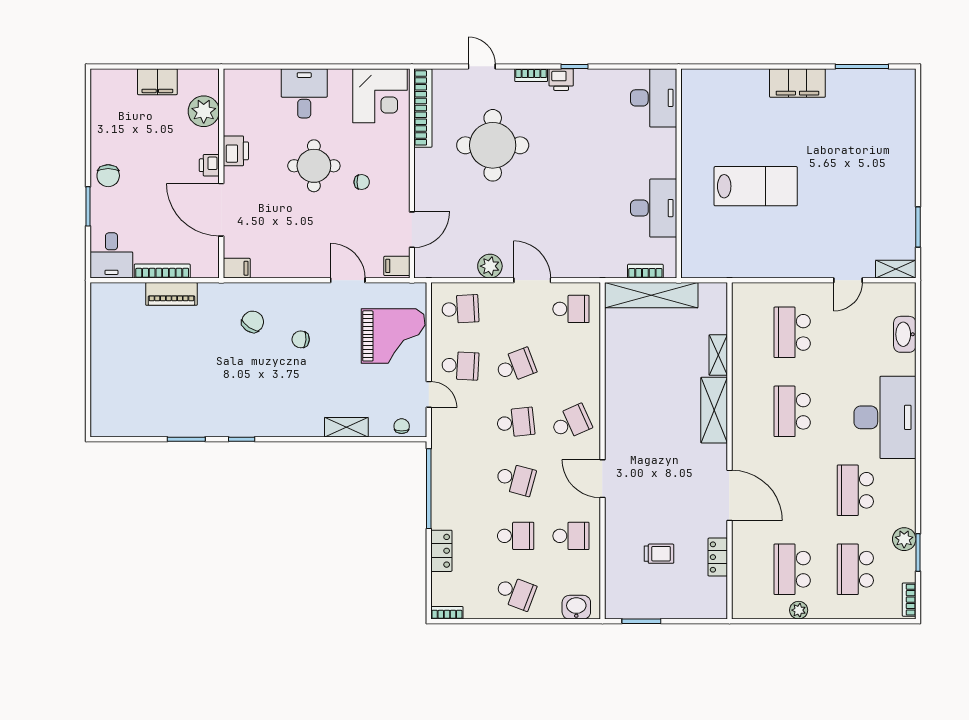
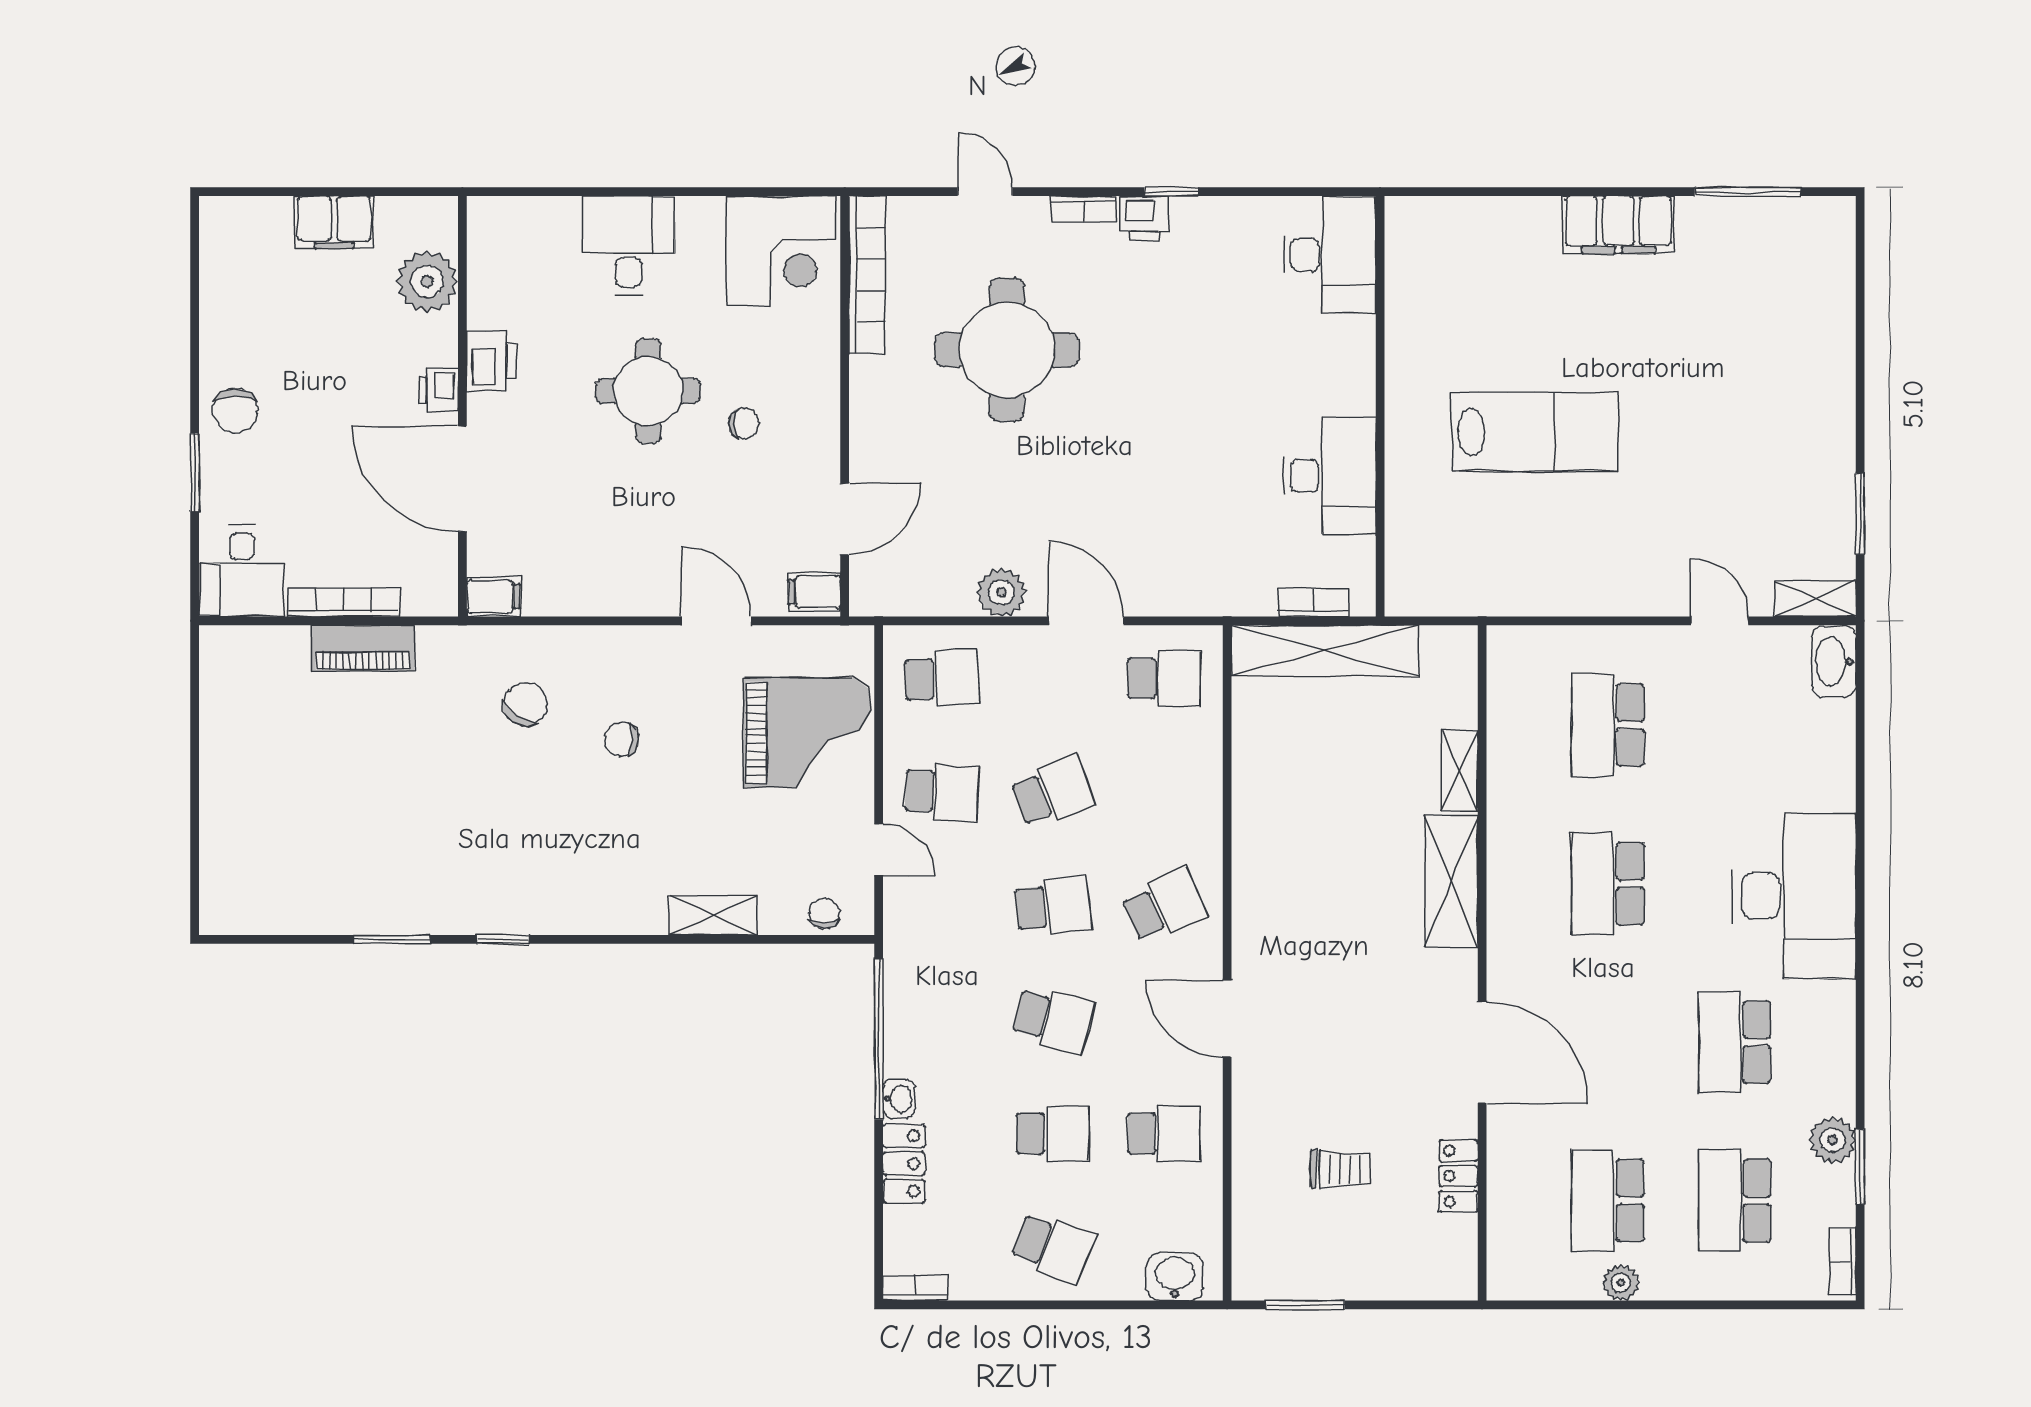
door: (848, 280) -> (1720, 621), swing flipped
washbasin: (905, 334) -> (1834, 661), moved
washbasin: (439, 519) -> (899, 1099), added

